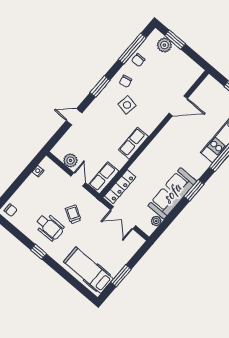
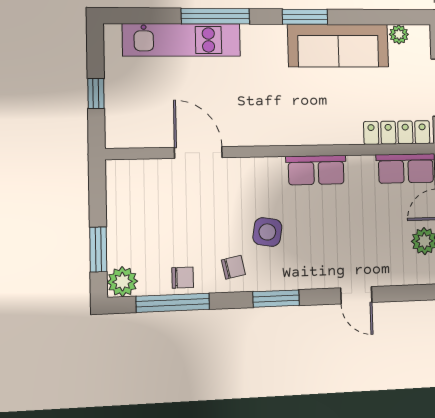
plant: (164, 45) -> (122, 282), moved

